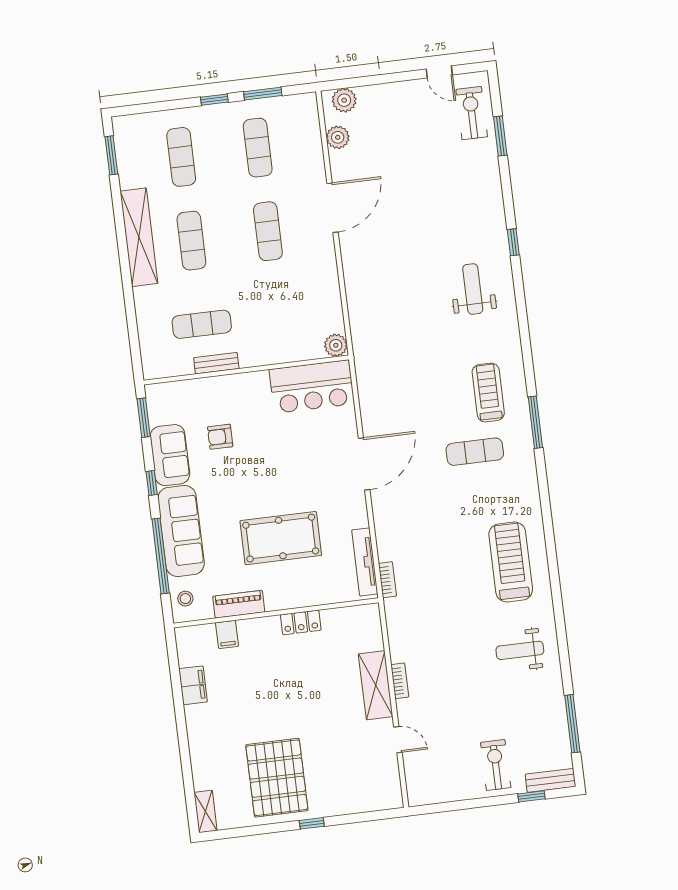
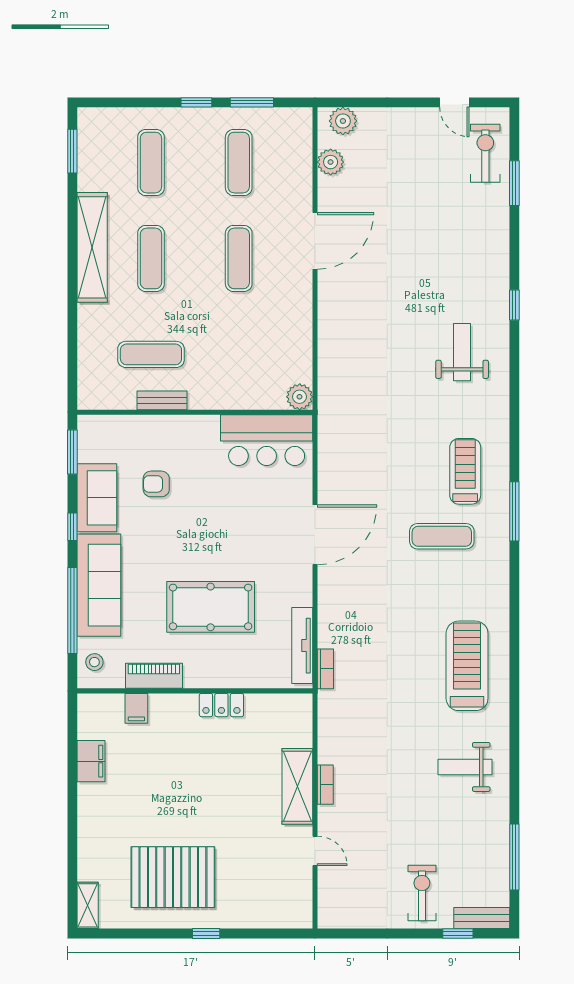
pallet: (277, 778) -> (173, 877), turned 90

